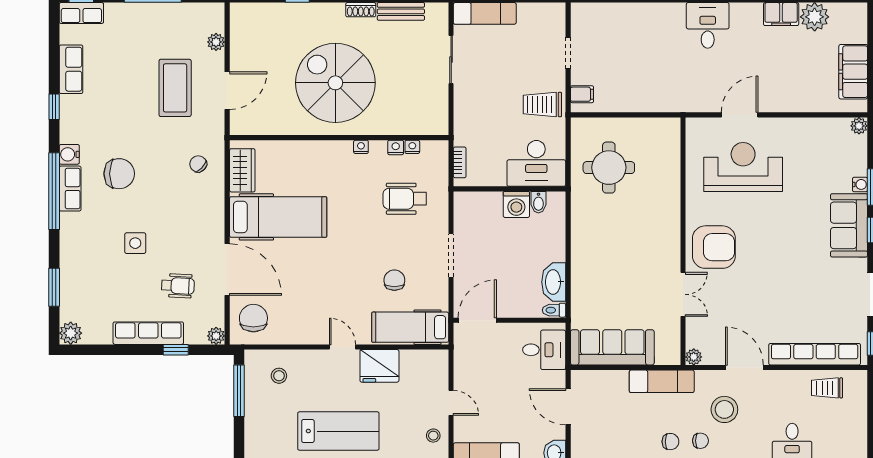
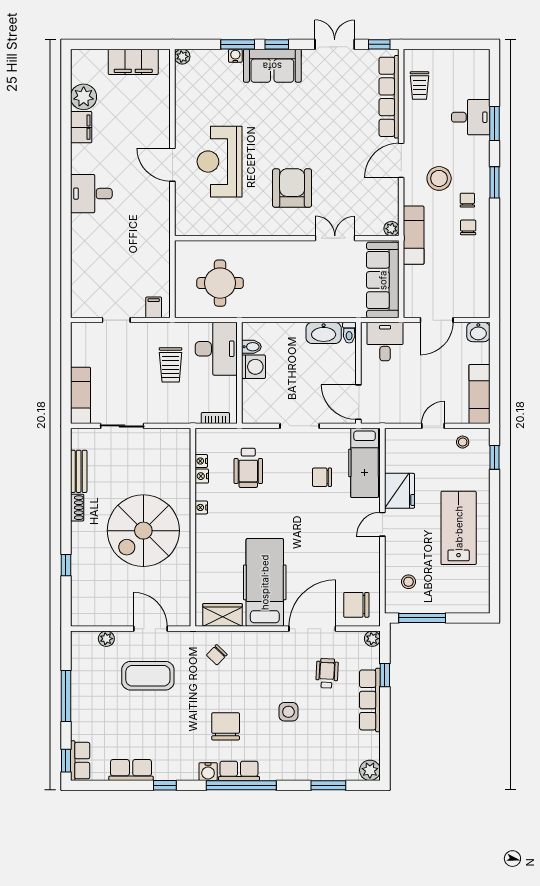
trolley: (542, 105) -> (171, 365), moved
wall: (683, 241) -> (287, 238), moved
double door: (683, 294) -> (335, 238), moved
plant: (694, 357) -> (391, 229), moved

